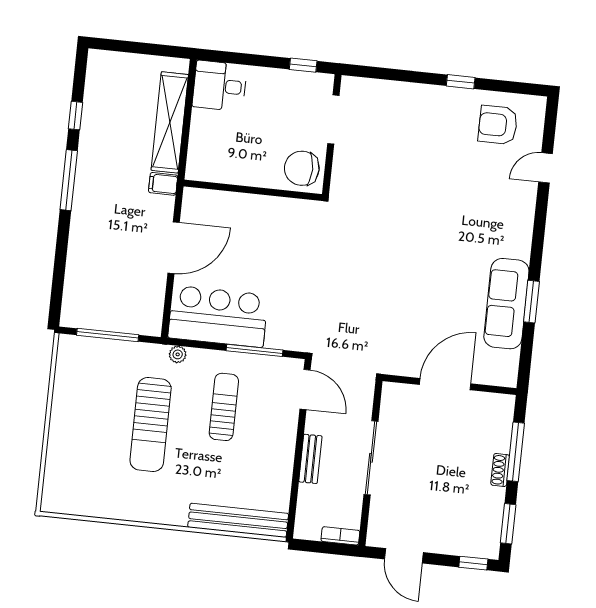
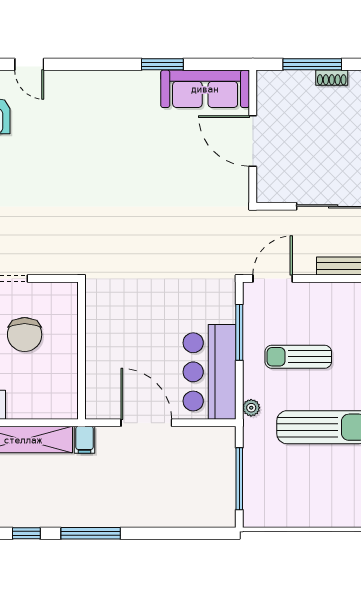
chair: (302, 168) -> (25, 335), moved
sofa: (506, 304) -> (205, 89), moved

